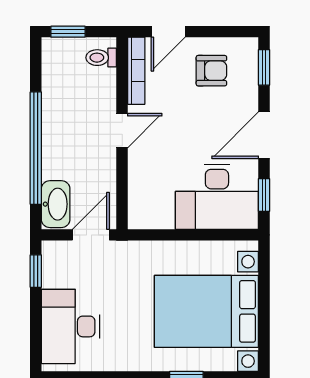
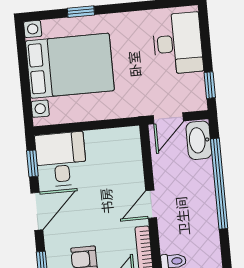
desk: (217, 197) -> (61, 159), width x0.73

